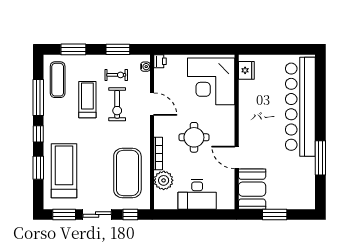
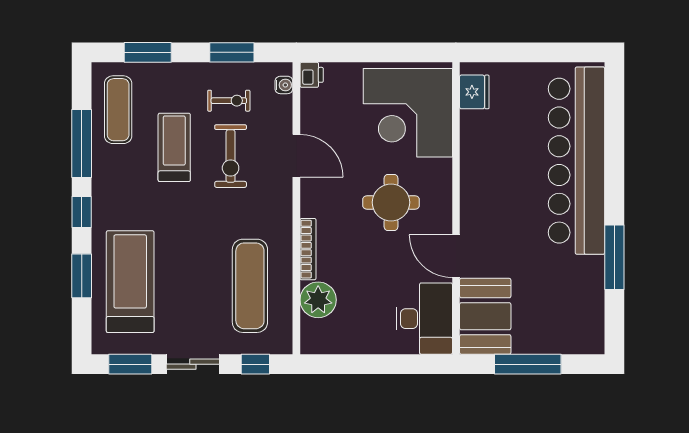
round table: (194, 137) -> (391, 202), moved
exercise mat: (127, 173) -> (250, 286), width x0.68
desk: (197, 194) -> (424, 319), moved, turned -90
window: (275, 214) -> (528, 364), width x1.44

